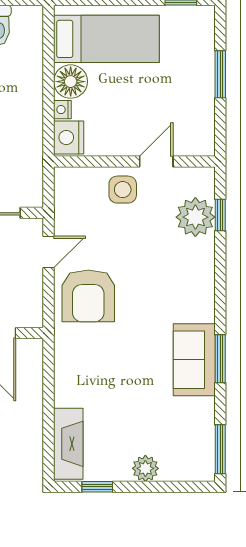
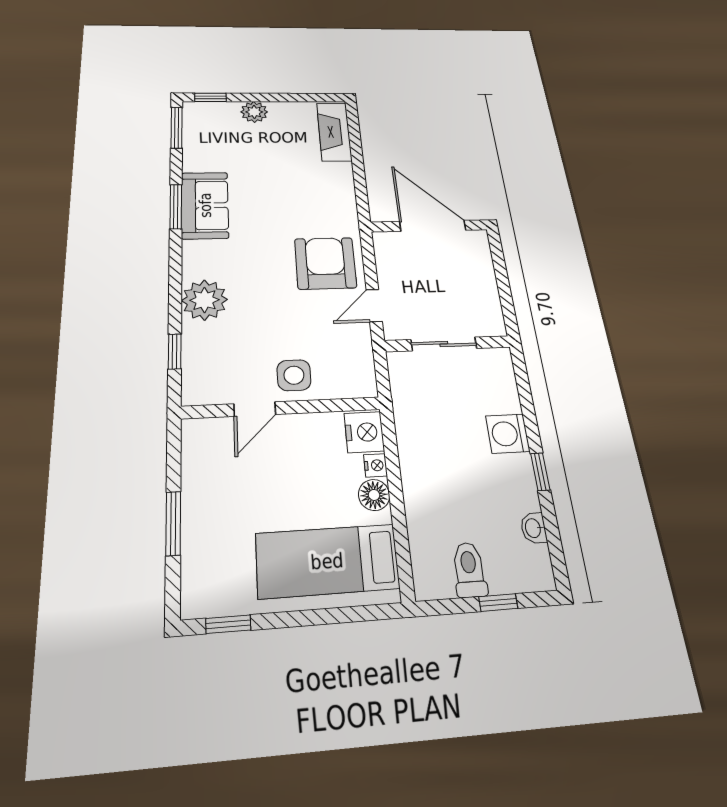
floor lamp: (71, 82) -> (374, 495), width x0.73, depth x0.73
plant: (195, 217) -> (204, 300), moved
window: (97, 487) -> (210, 97), moved

